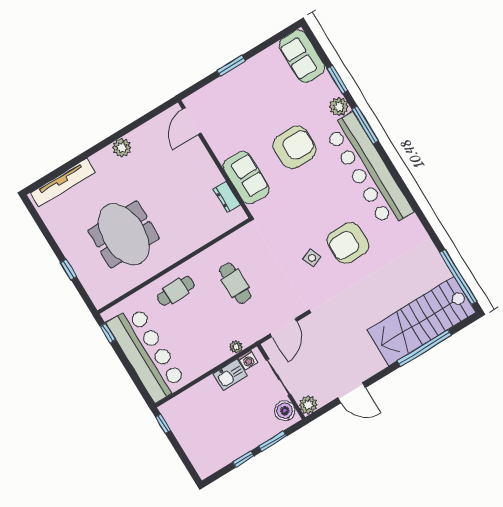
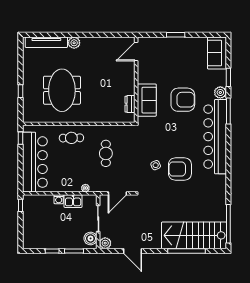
plant: (122, 148) -> (74, 43), moved
washing machine: (248, 360) -> (59, 199), moved

